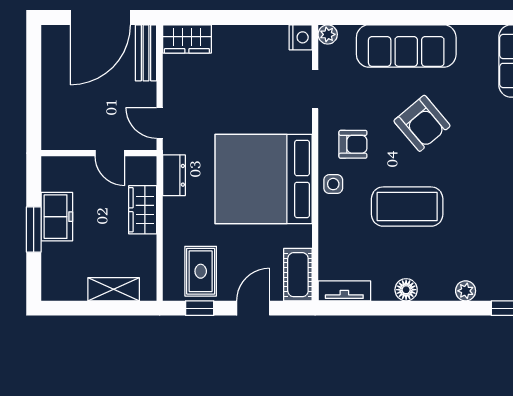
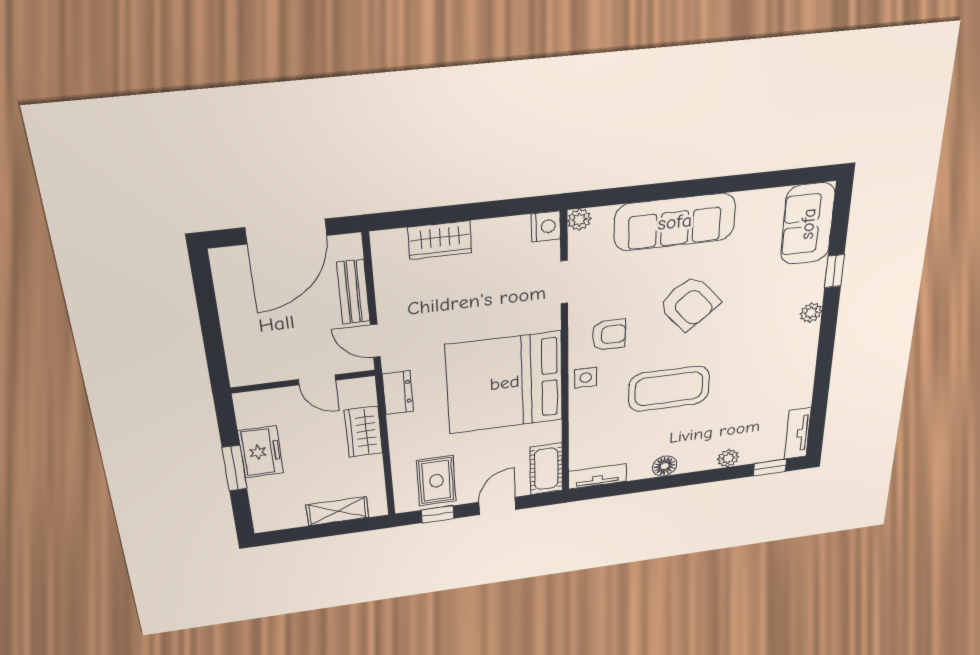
wardrobe: (187, 39) -> (440, 240), moved
bench: (146, 53) -> (353, 292), moved

